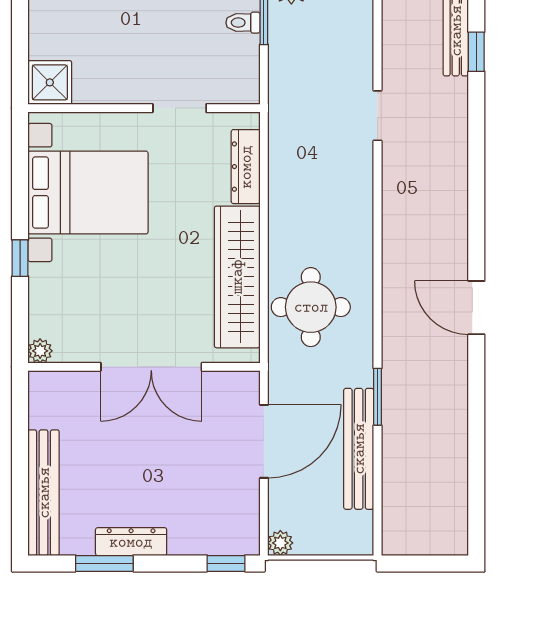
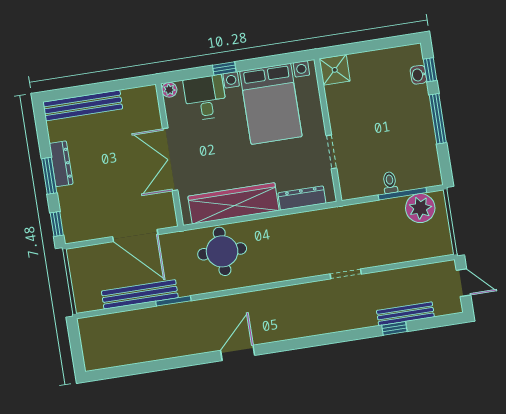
desk: (62, 296) -> (205, 98), added
plant: (280, 543) -> (75, 255), removed
window: (104, 563) -> (49, 176), moved

